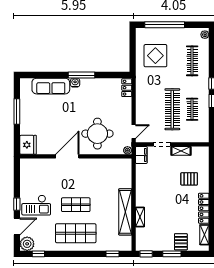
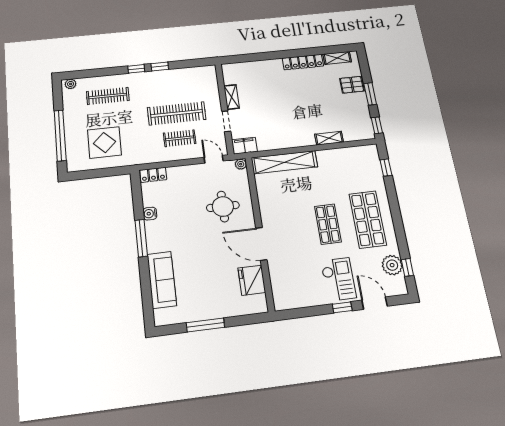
water cooler: (75, 83) -> (150, 214), moved
clothes rail: (192, 109) -> (180, 138), moved
round table: (97, 134) -> (223, 207), width x0.73, depth x0.73
fridge: (28, 145) -> (252, 280), moved, turned -90
pallet: (189, 179) -> (267, 83), removed
shelving: (125, 212) -> (284, 162), moved
plant: (27, 244) -> (392, 265), moved

